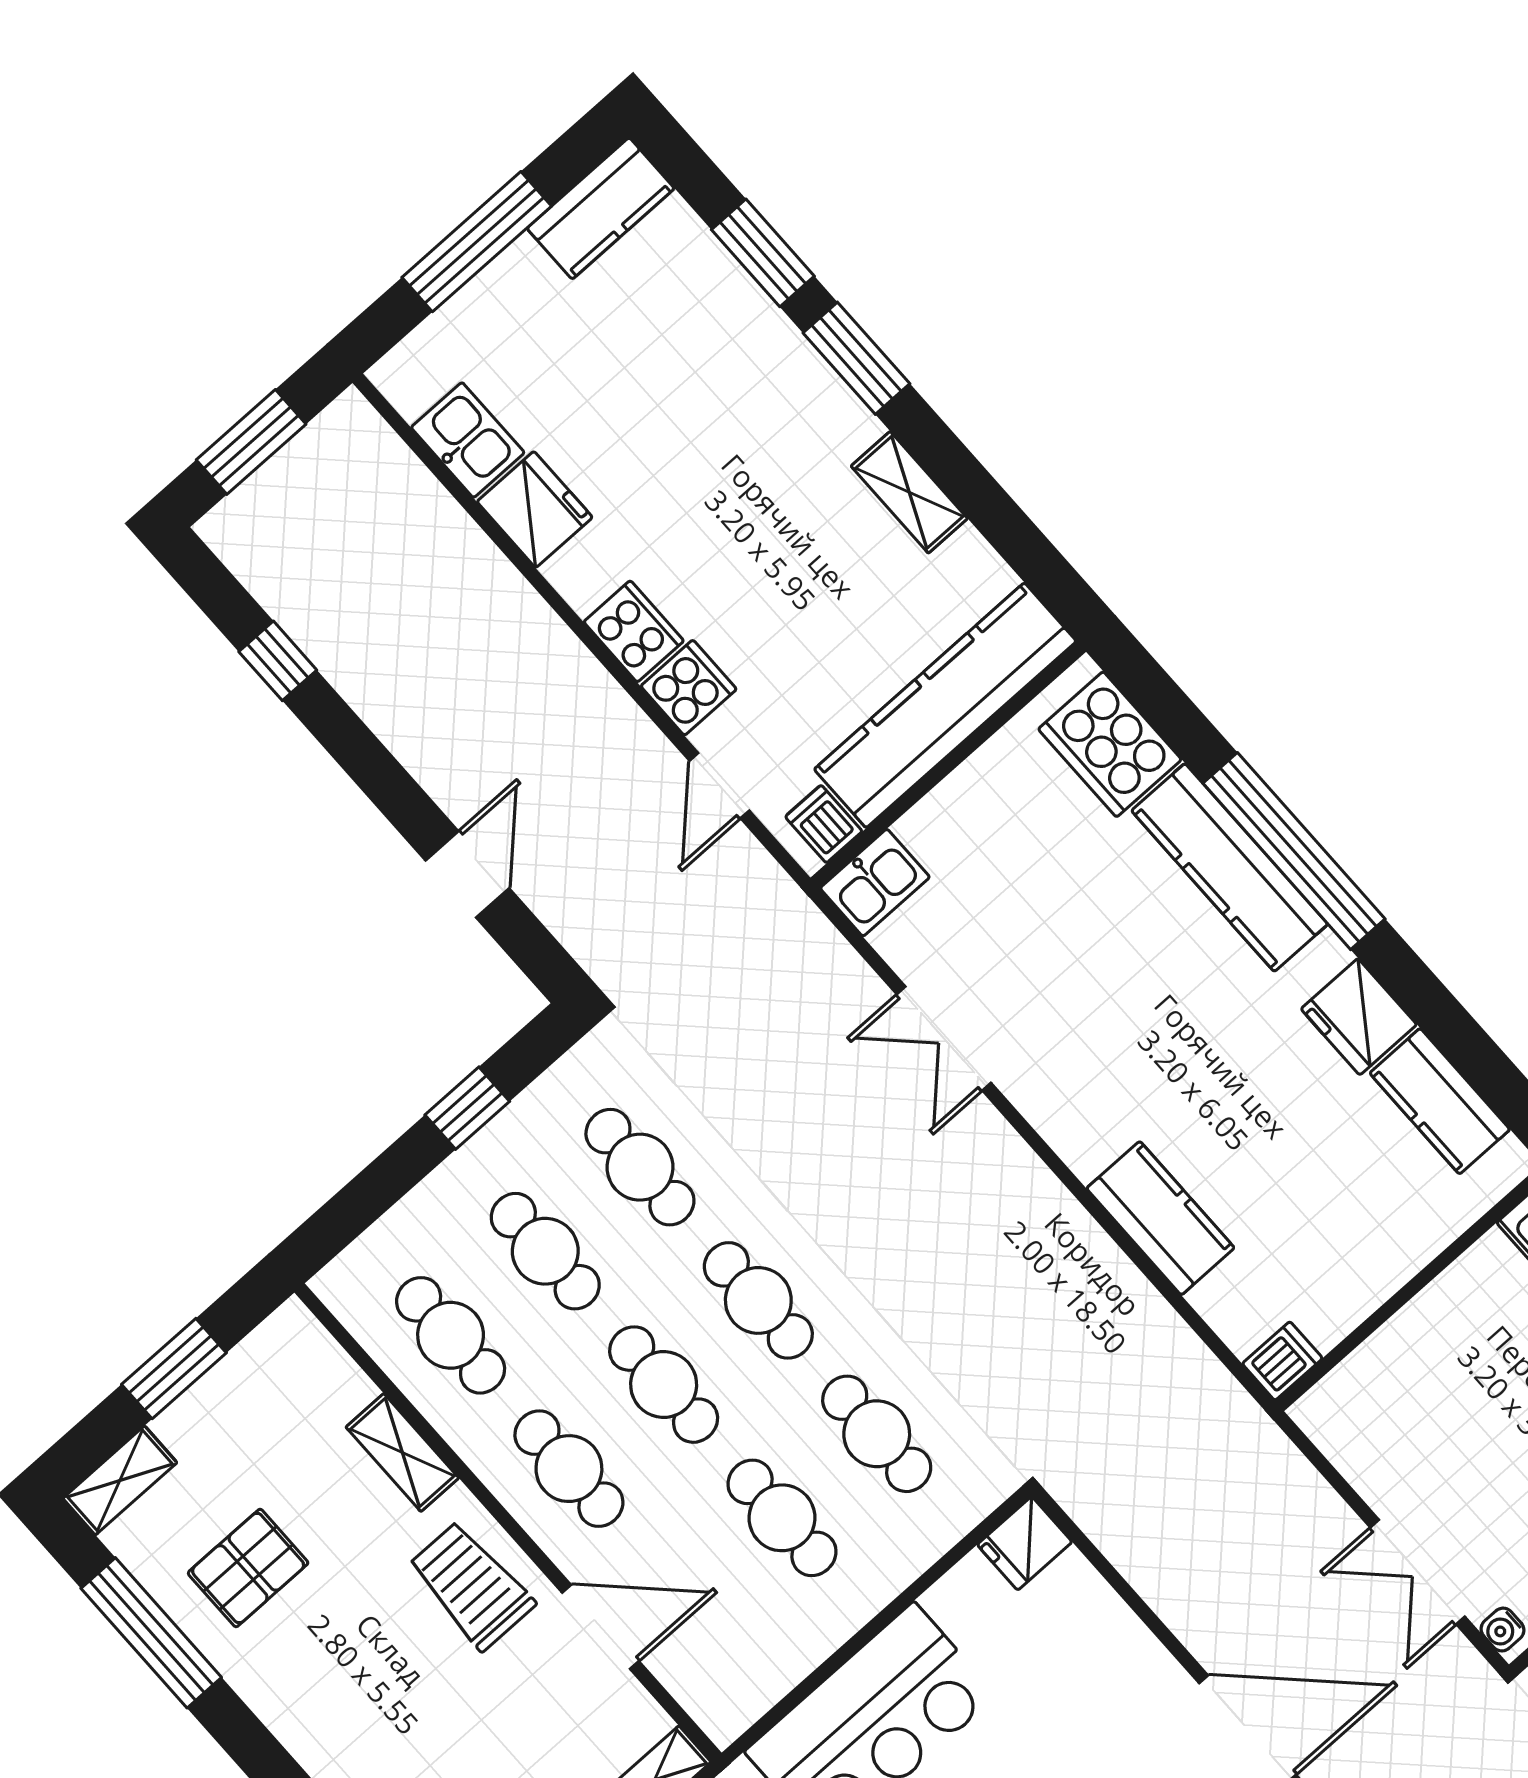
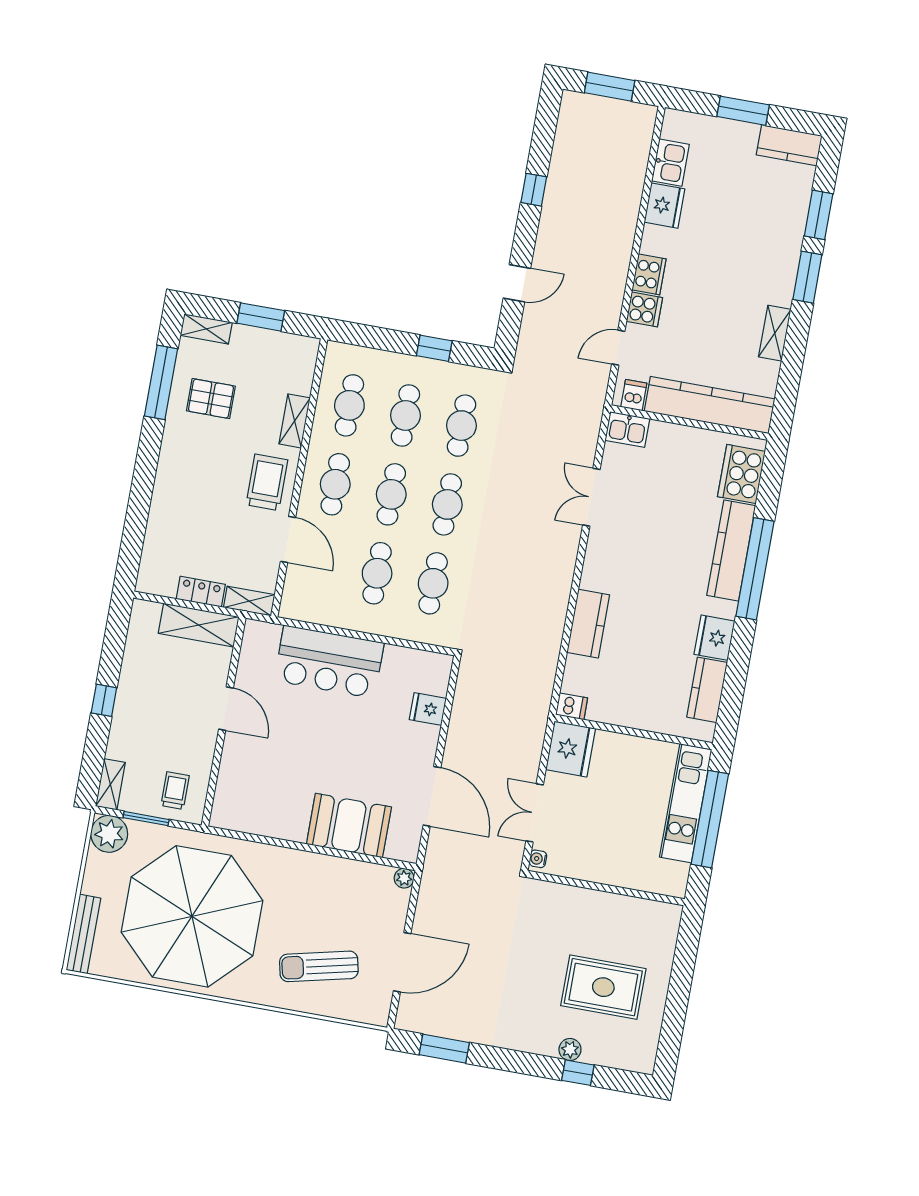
window: (477, 242) -> (743, 111), width x0.69
window: (278, 661) -> (534, 190), moved
fridge: (1356, 1421) -> (571, 749), added
fridge: (1025, 1543) -> (428, 709), moved

